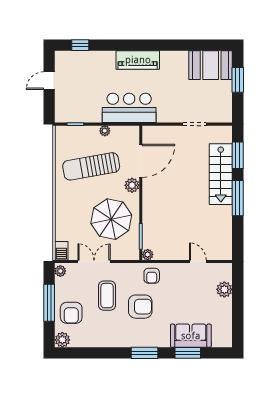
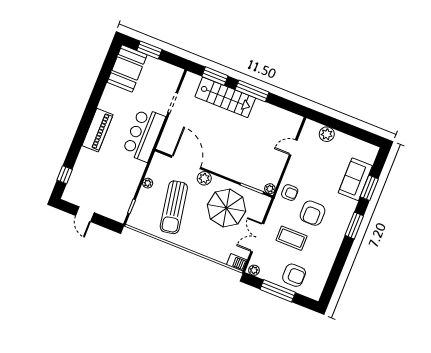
bar counter: (129, 108) -> (144, 135), moved
armchair: (140, 307) -> (313, 213), turned 180
plant: (62, 340) -> (314, 292), removed

